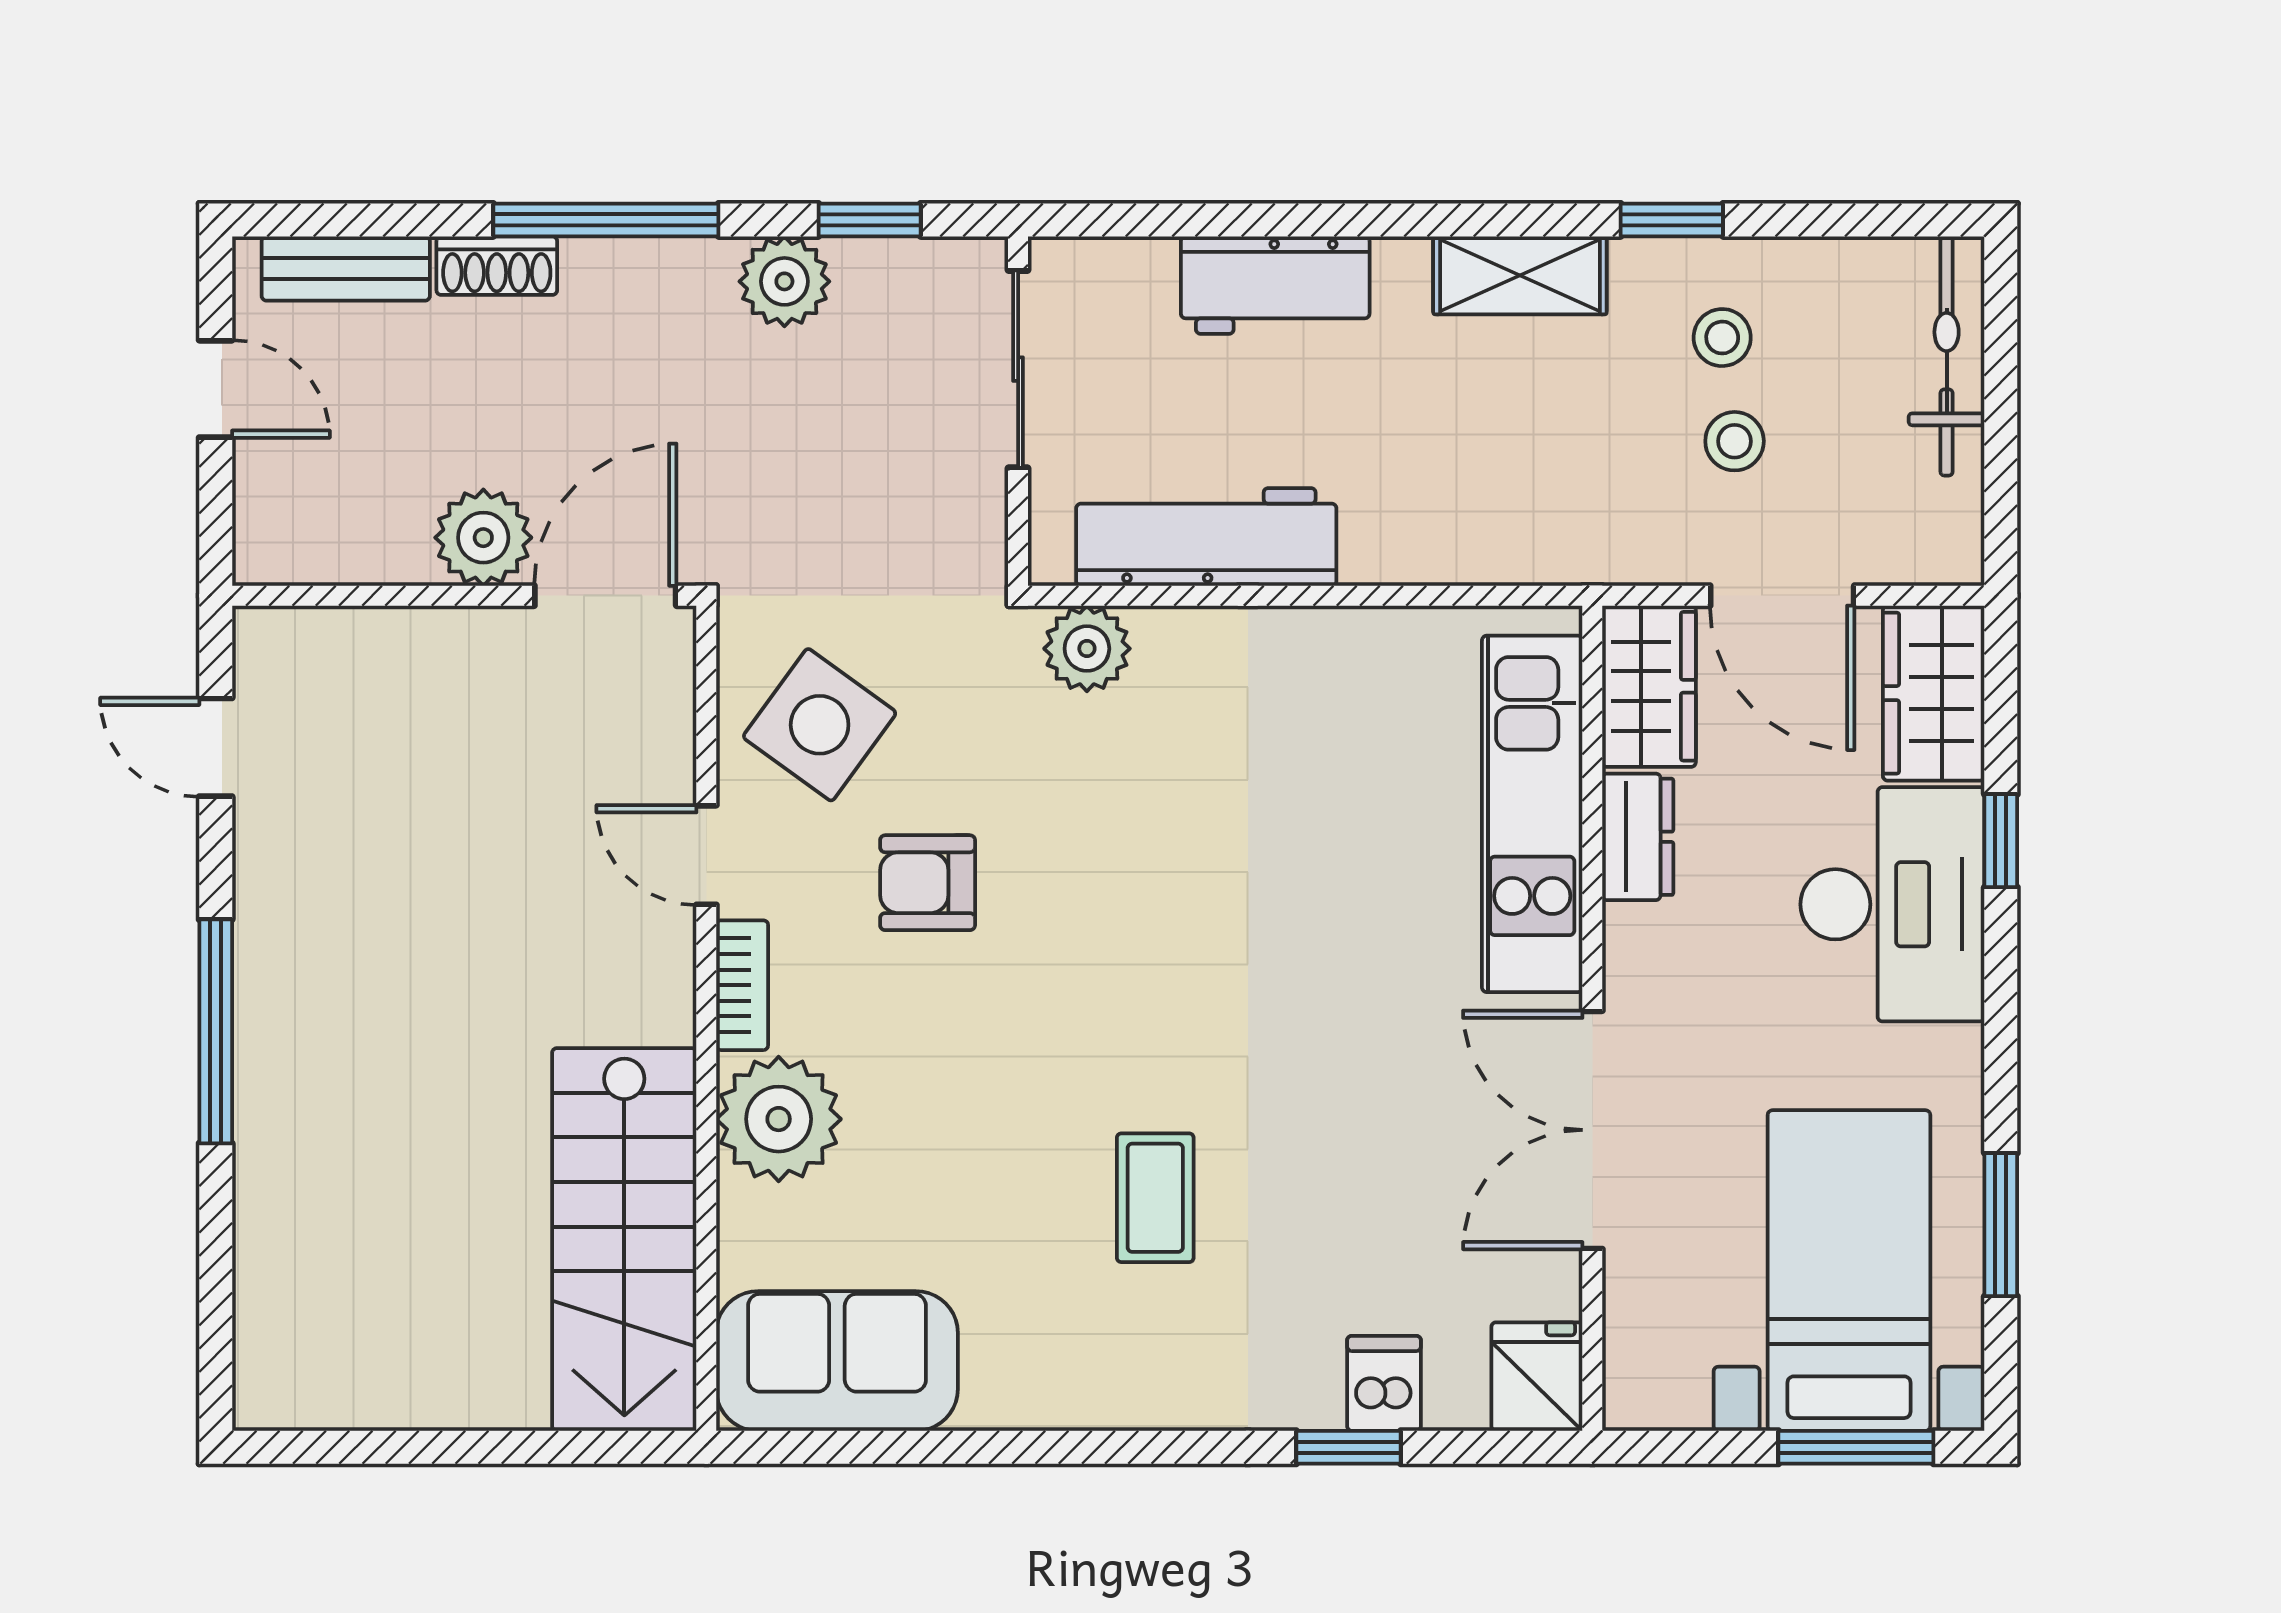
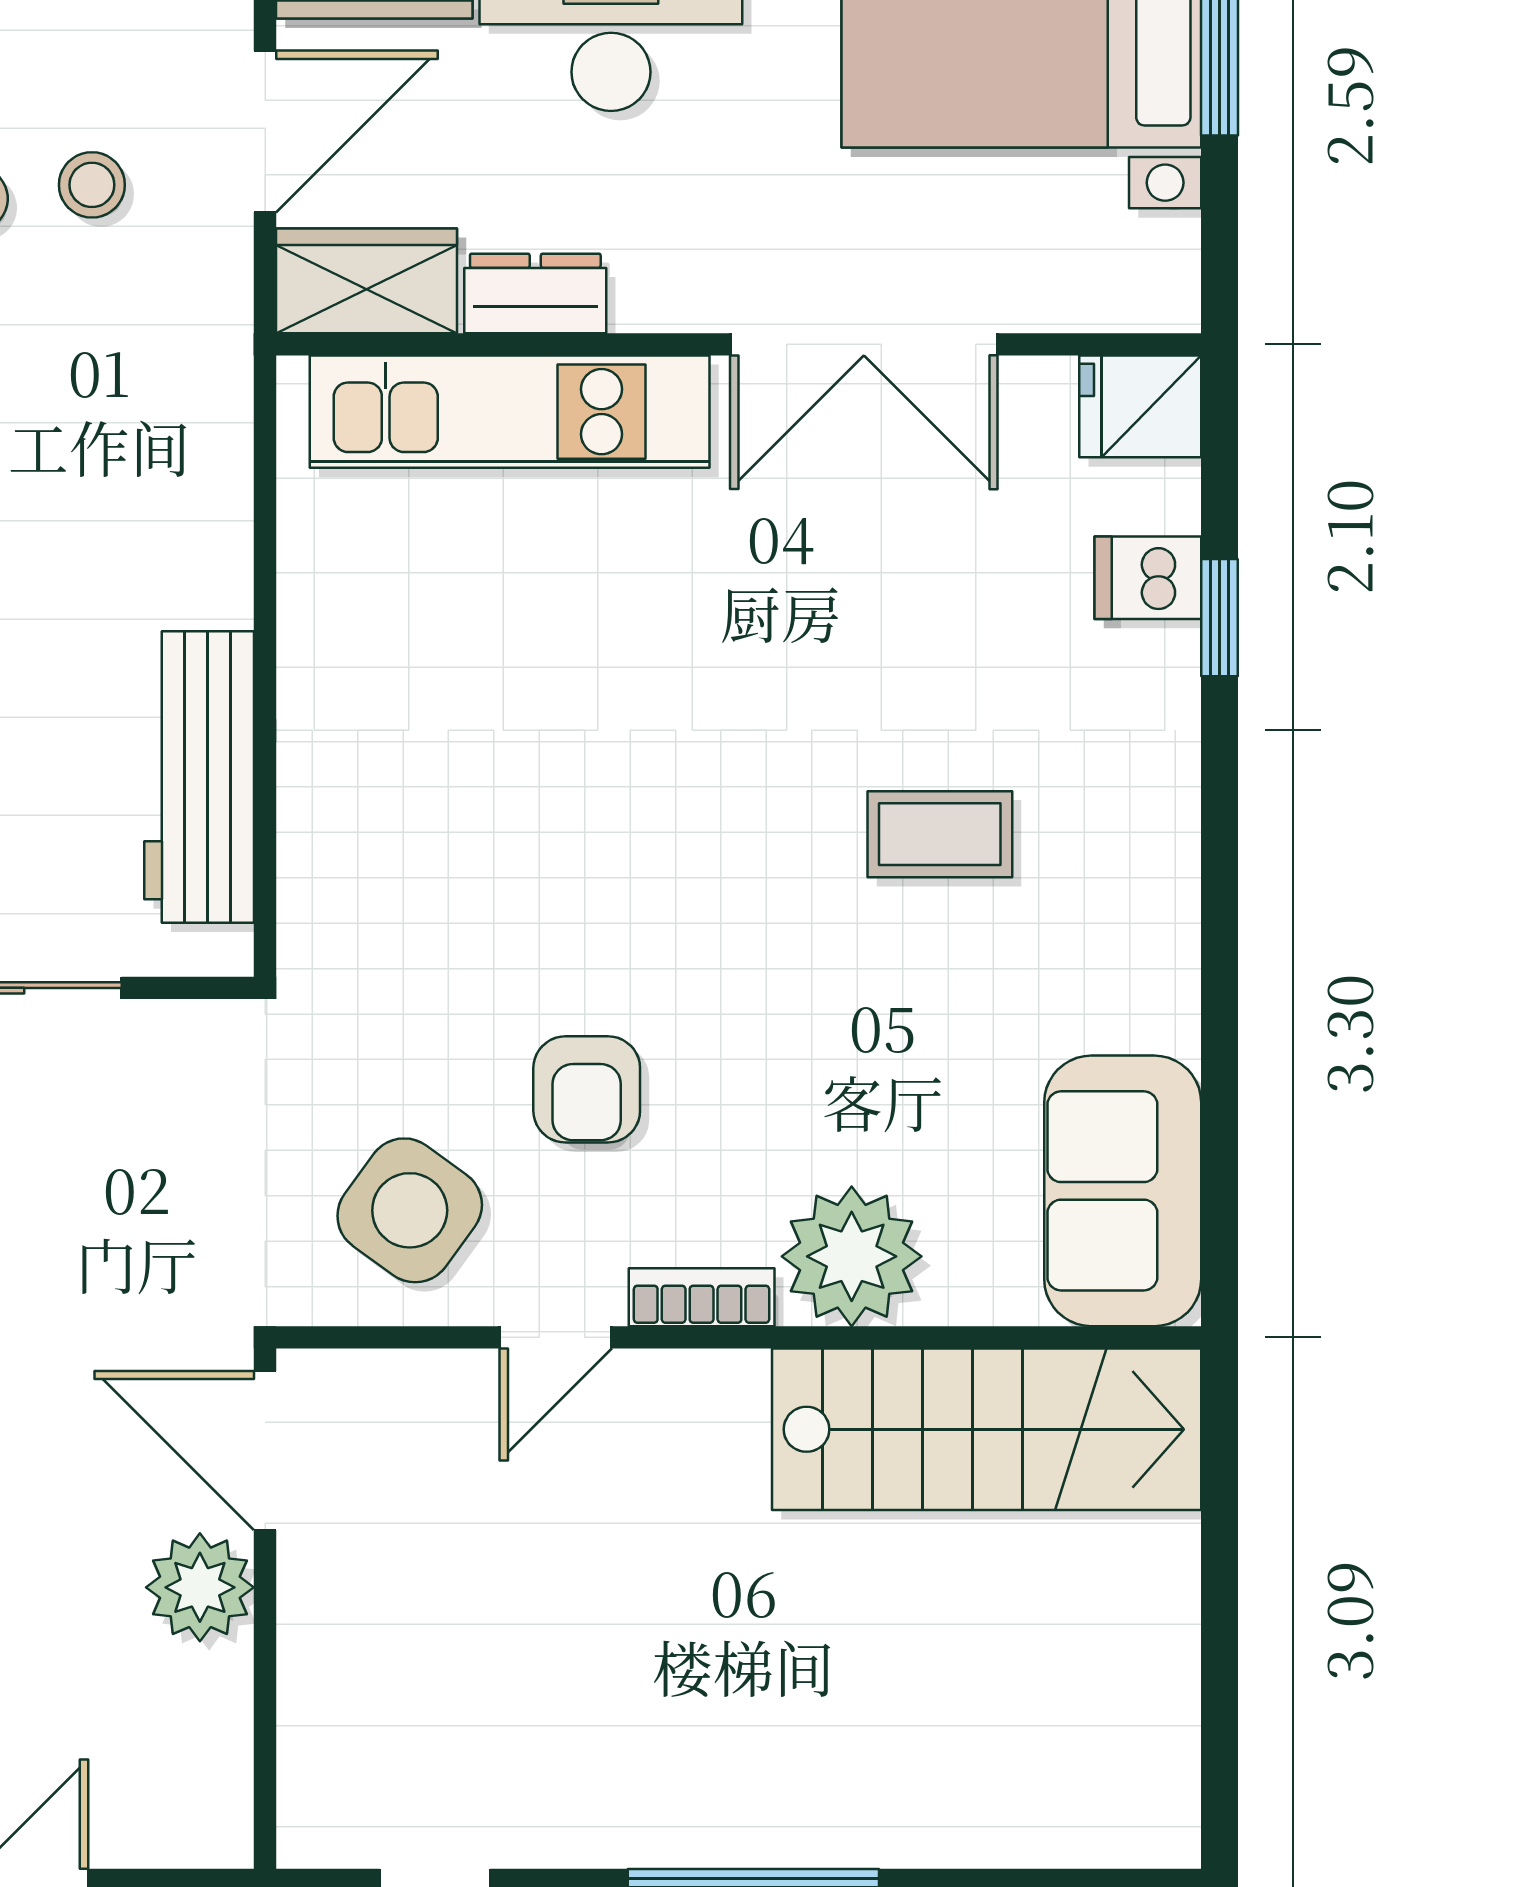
plant: (1087, 649) -> (324, 911), removed

